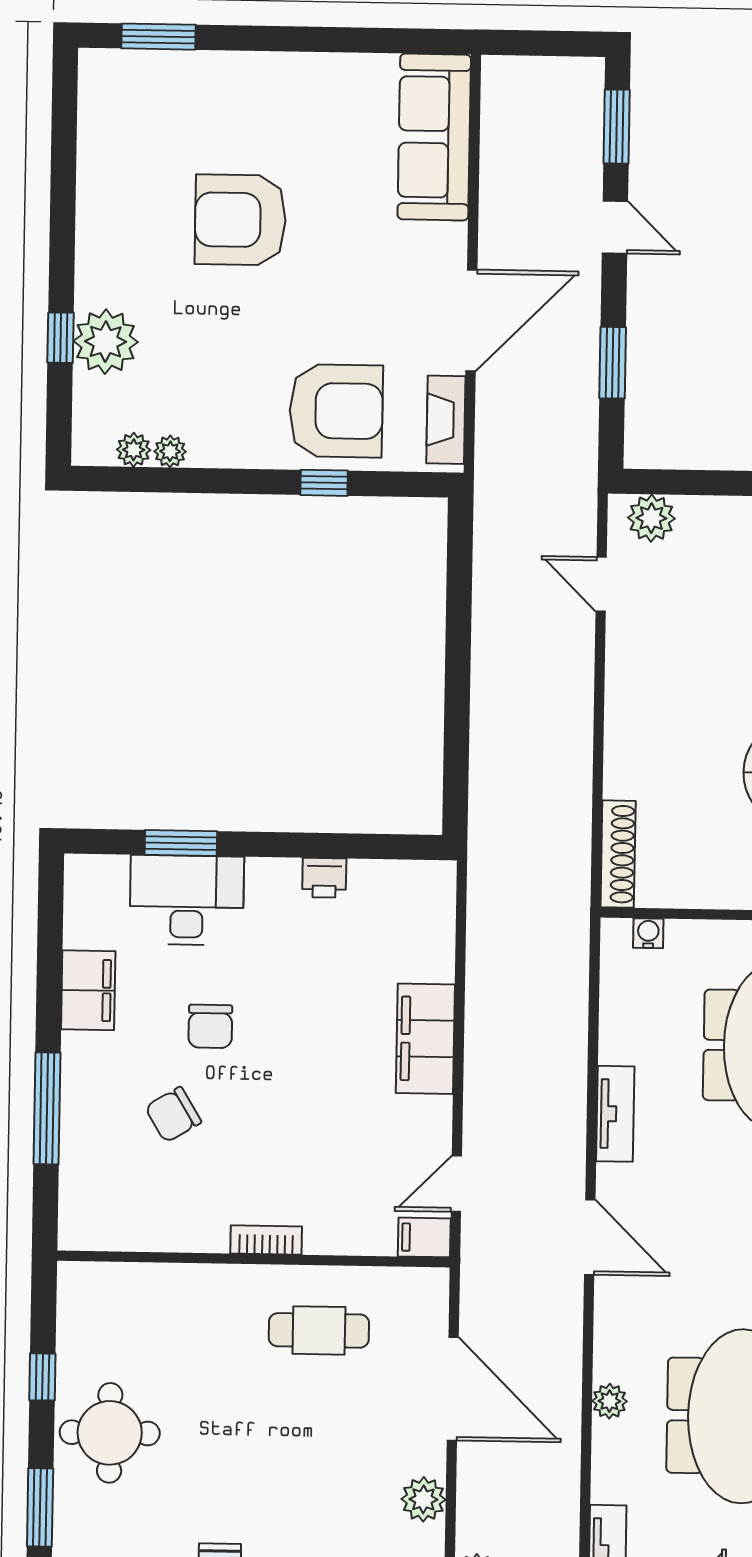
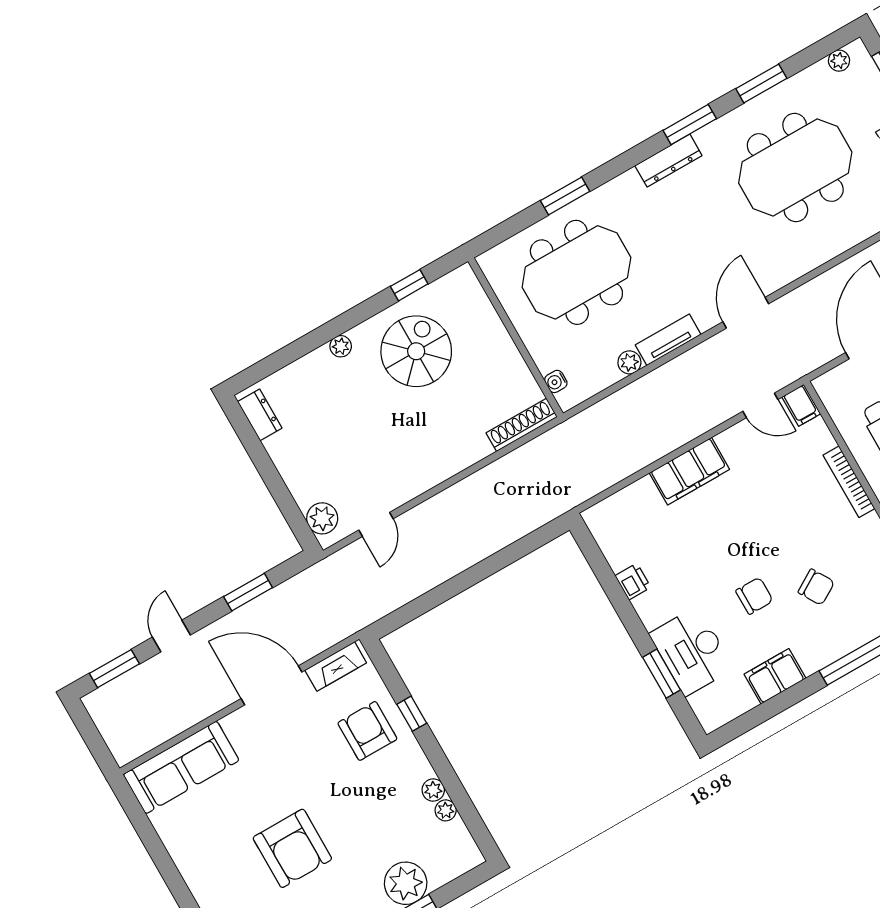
armchair: (336, 411) -> (367, 731), width x0.73, depth x0.73
plant: (134, 450) -> (433, 790), moved
bookcase: (266, 1240) -> (849, 482), width x1.56
plant: (609, 1401) -> (629, 362), moved

